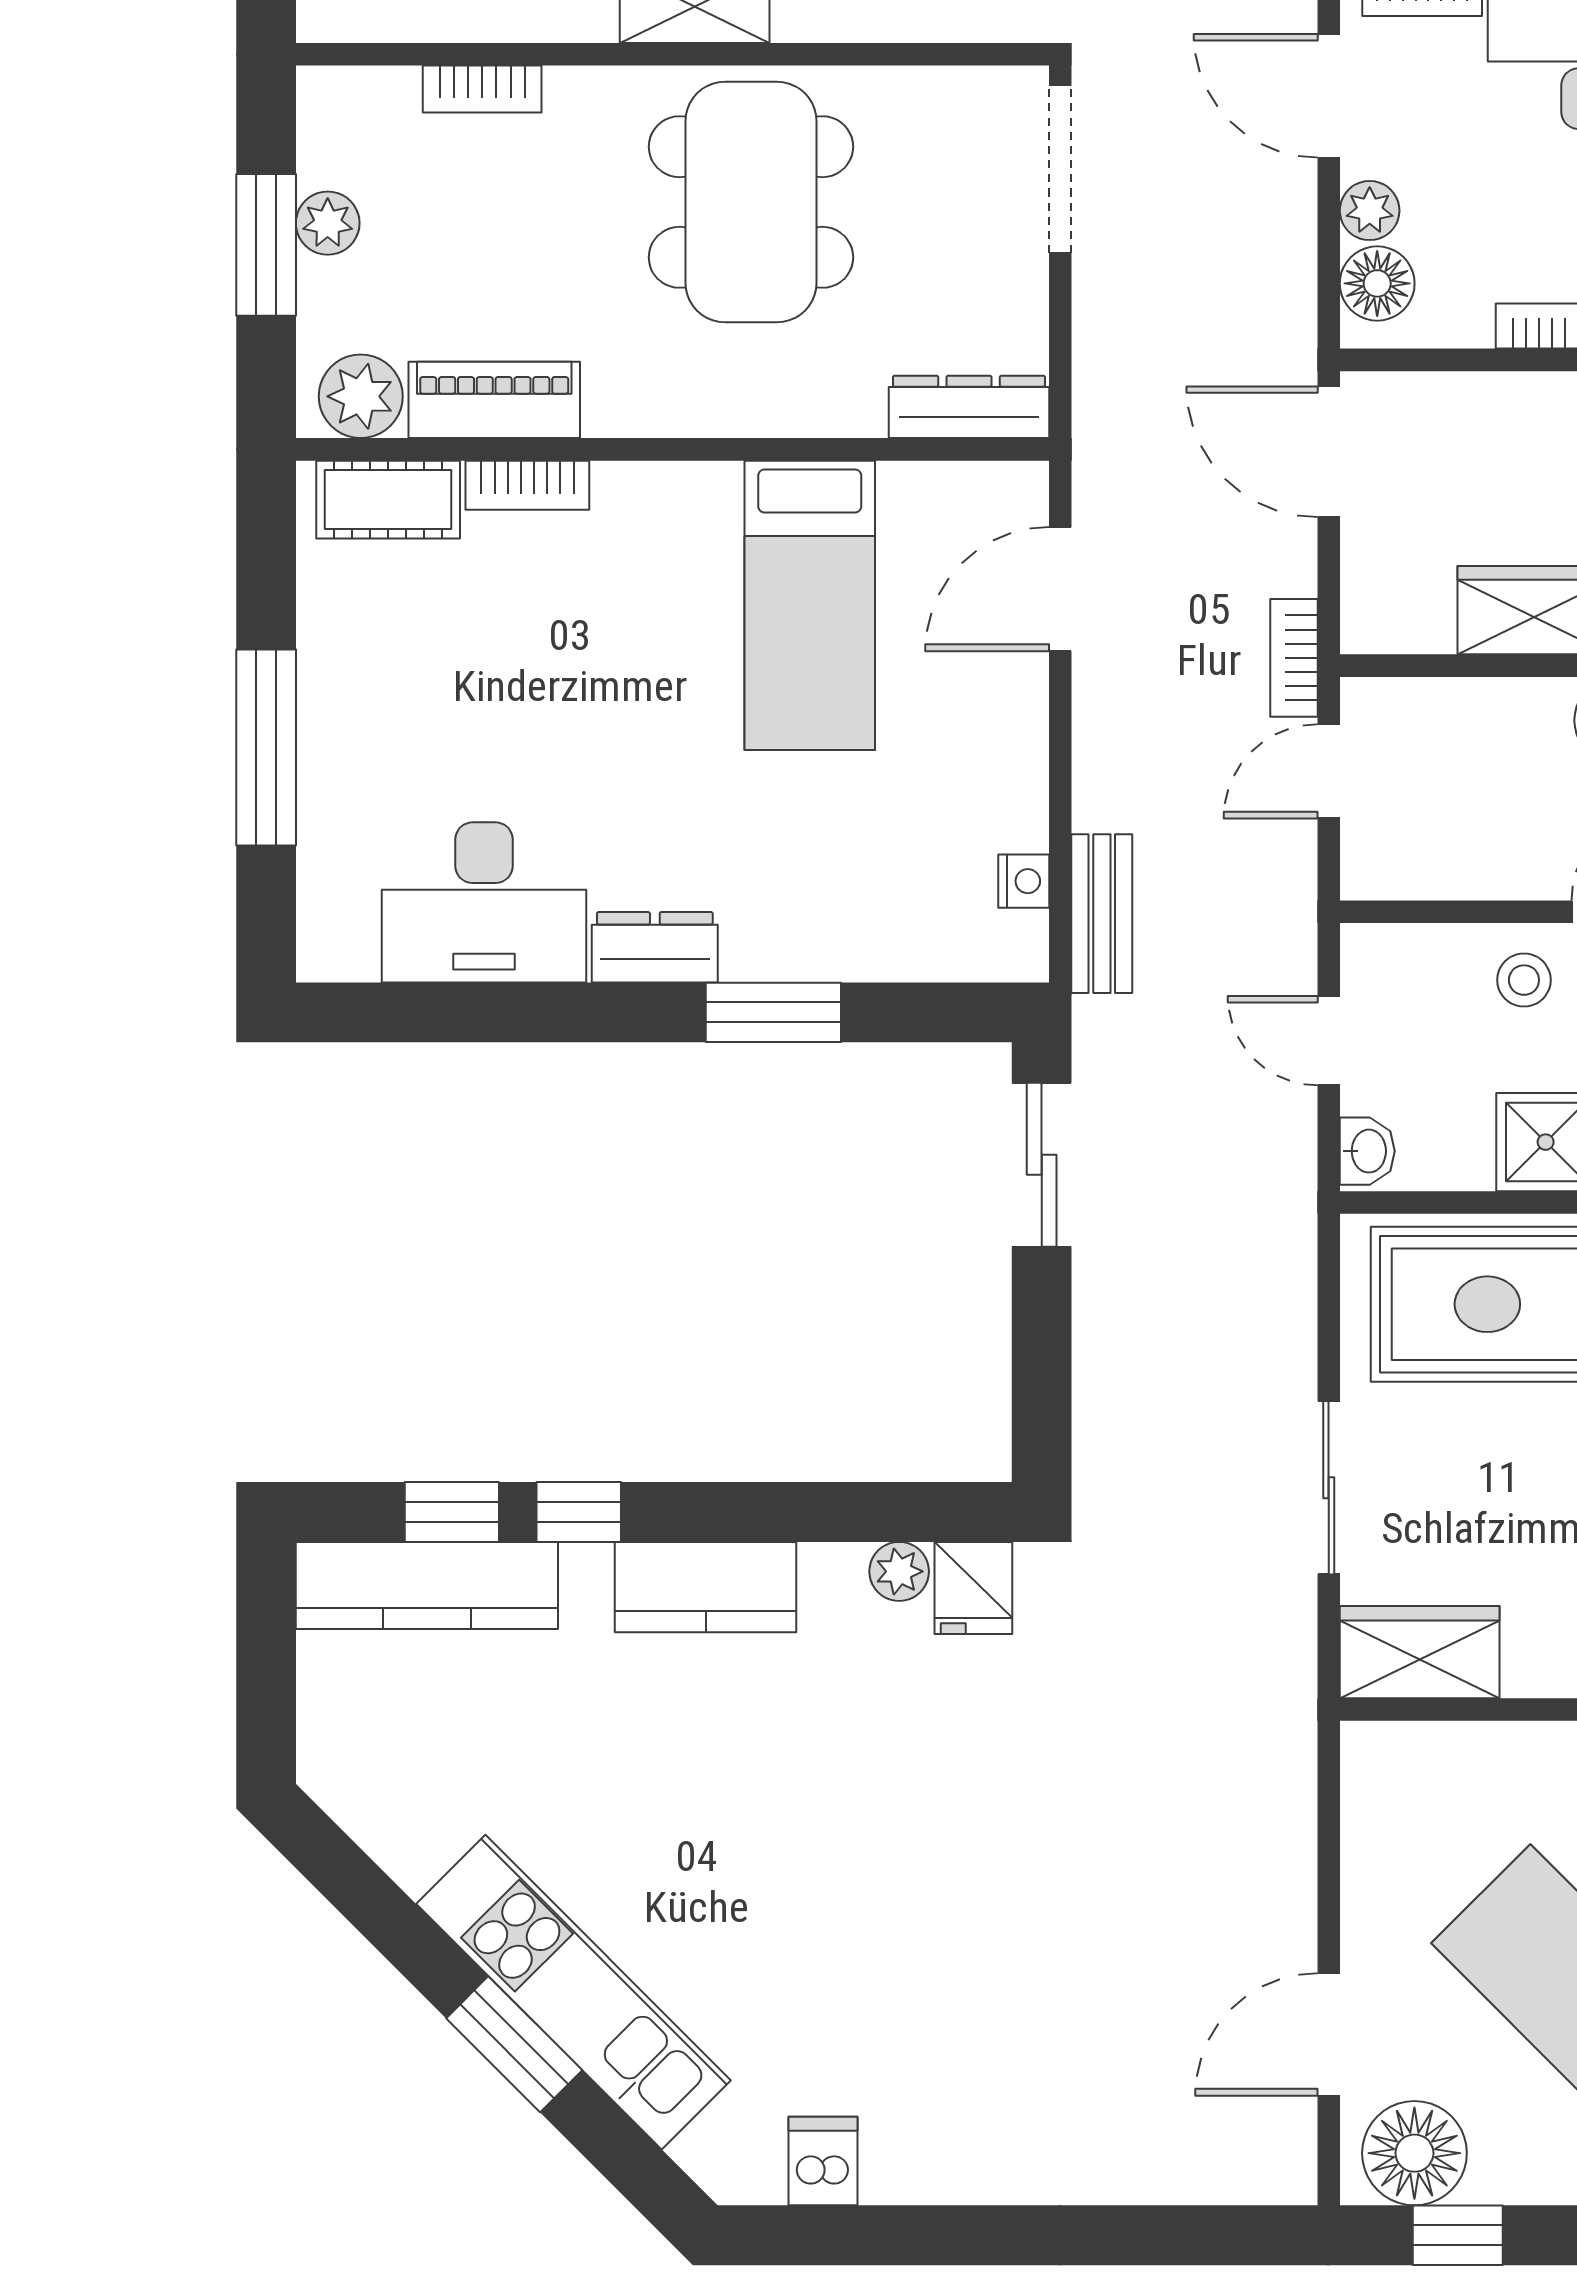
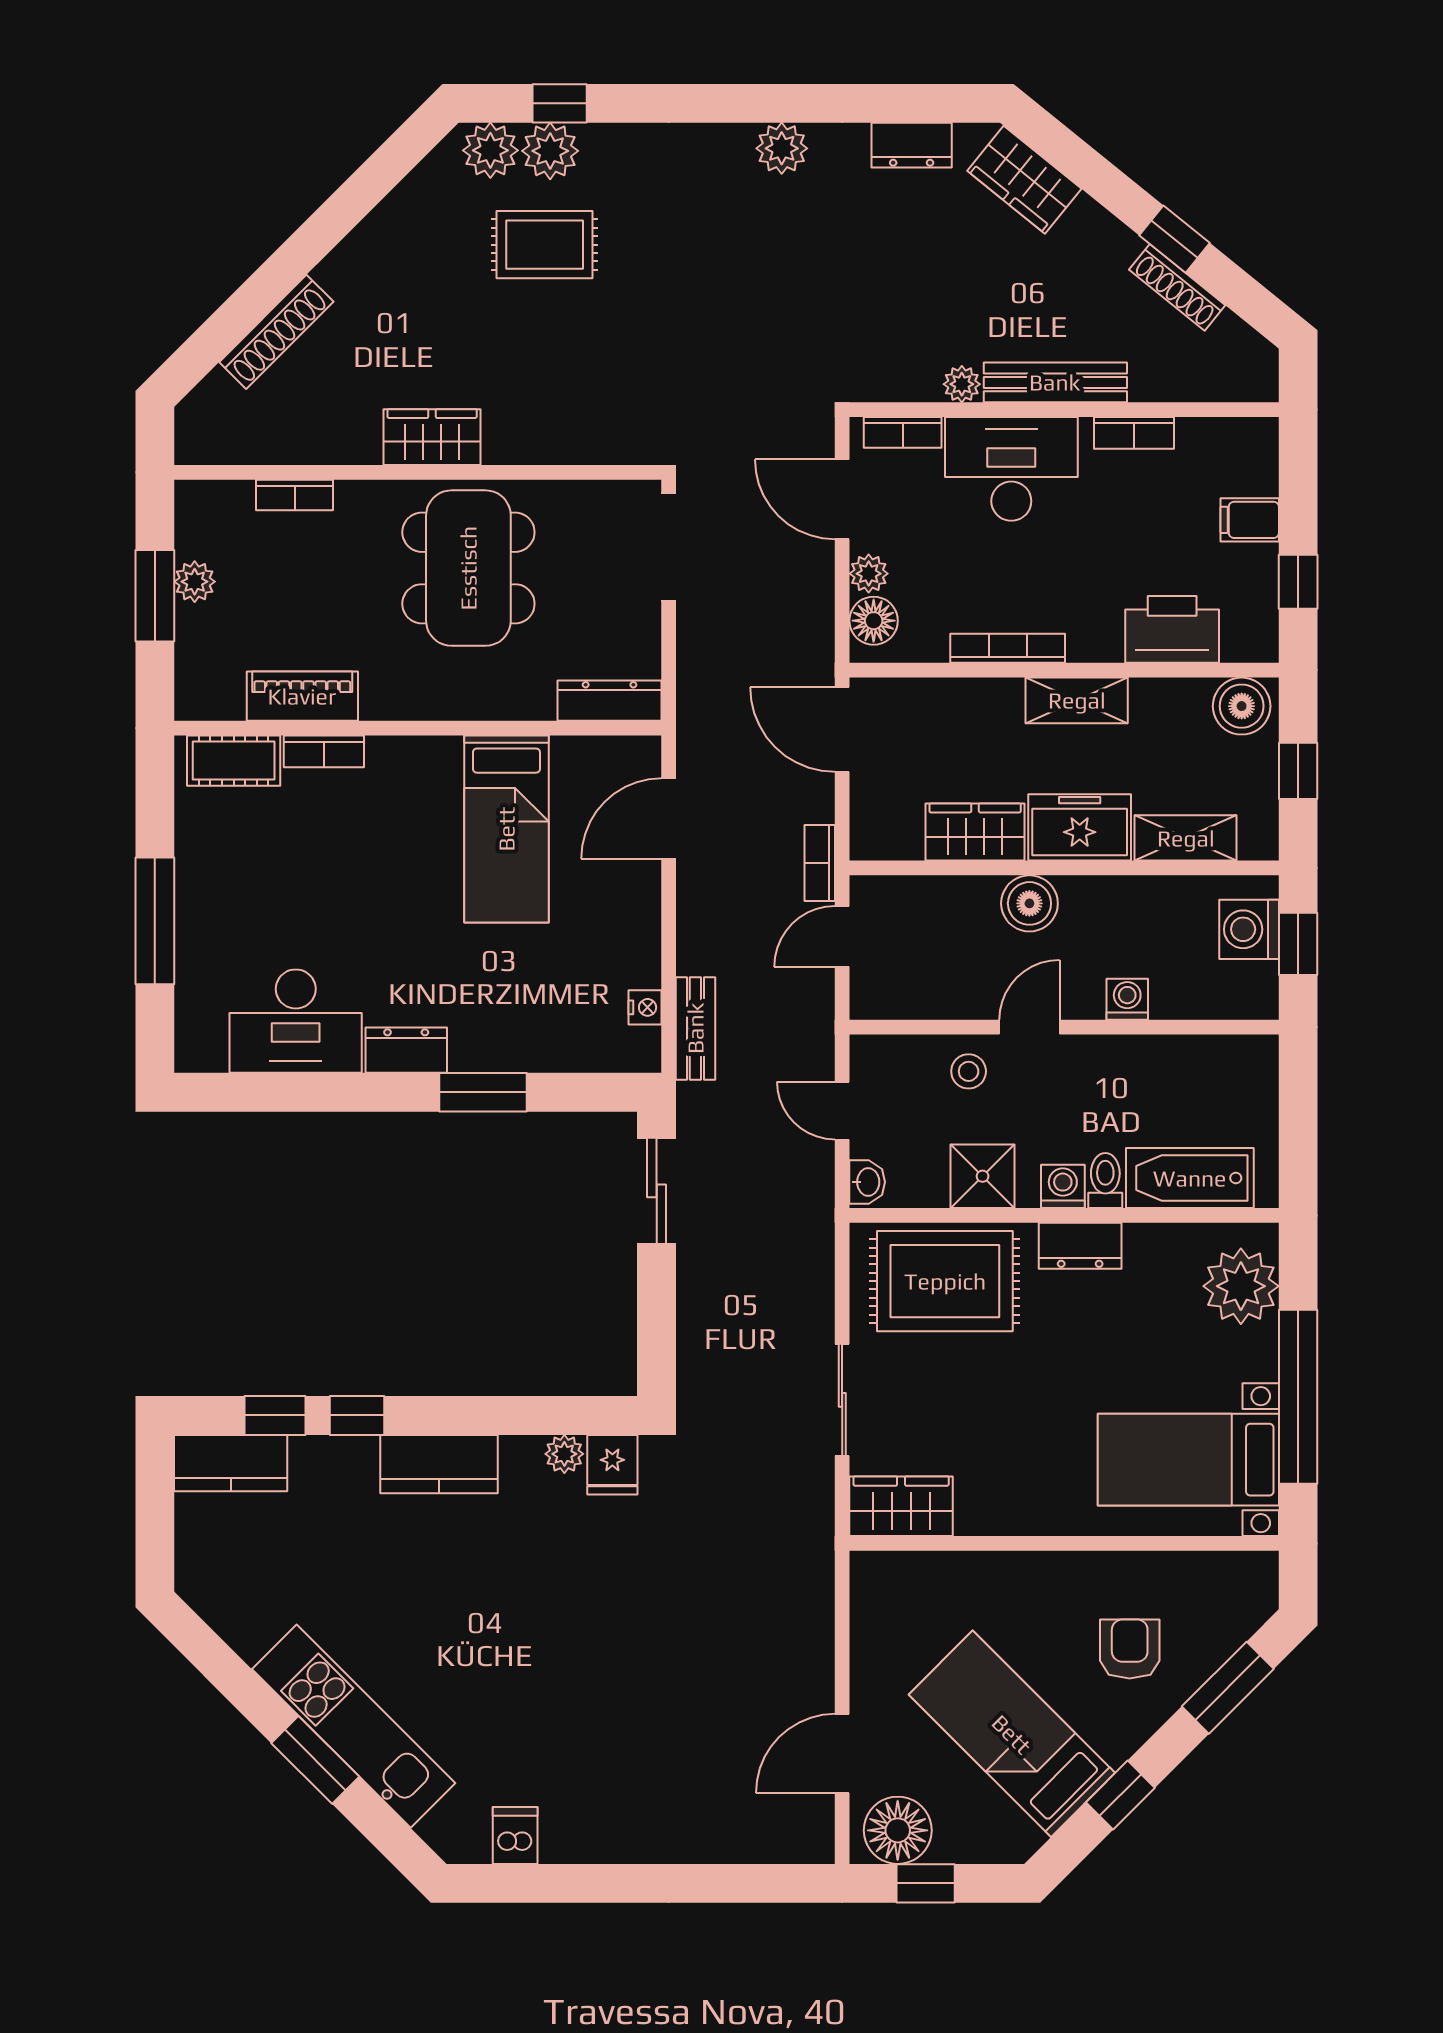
plant: (361, 396) -> (216, 694), removed
kitchen counter: (427, 1585) -> (231, 1463), width x0.67

